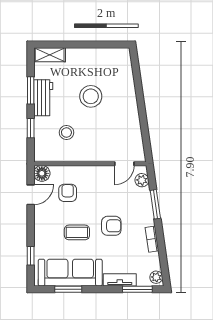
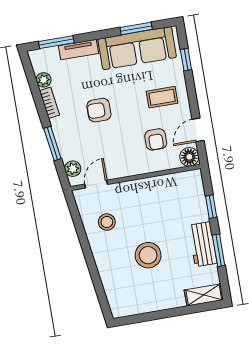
stool: (66, 132) -> (107, 222), moved
coffee table: (77, 232) -> (162, 97), moved
plant: (156, 277) -> (44, 80), moved

